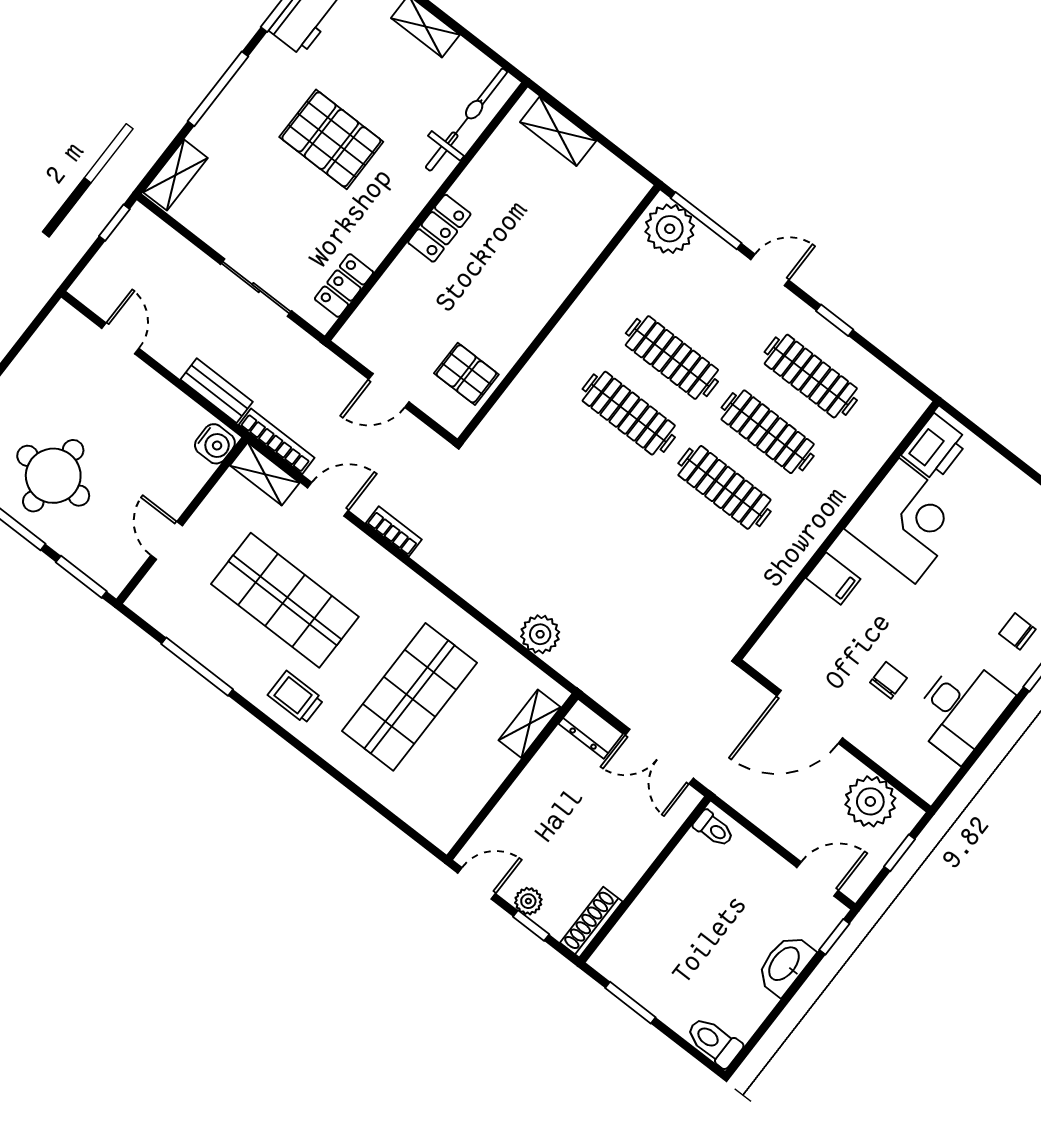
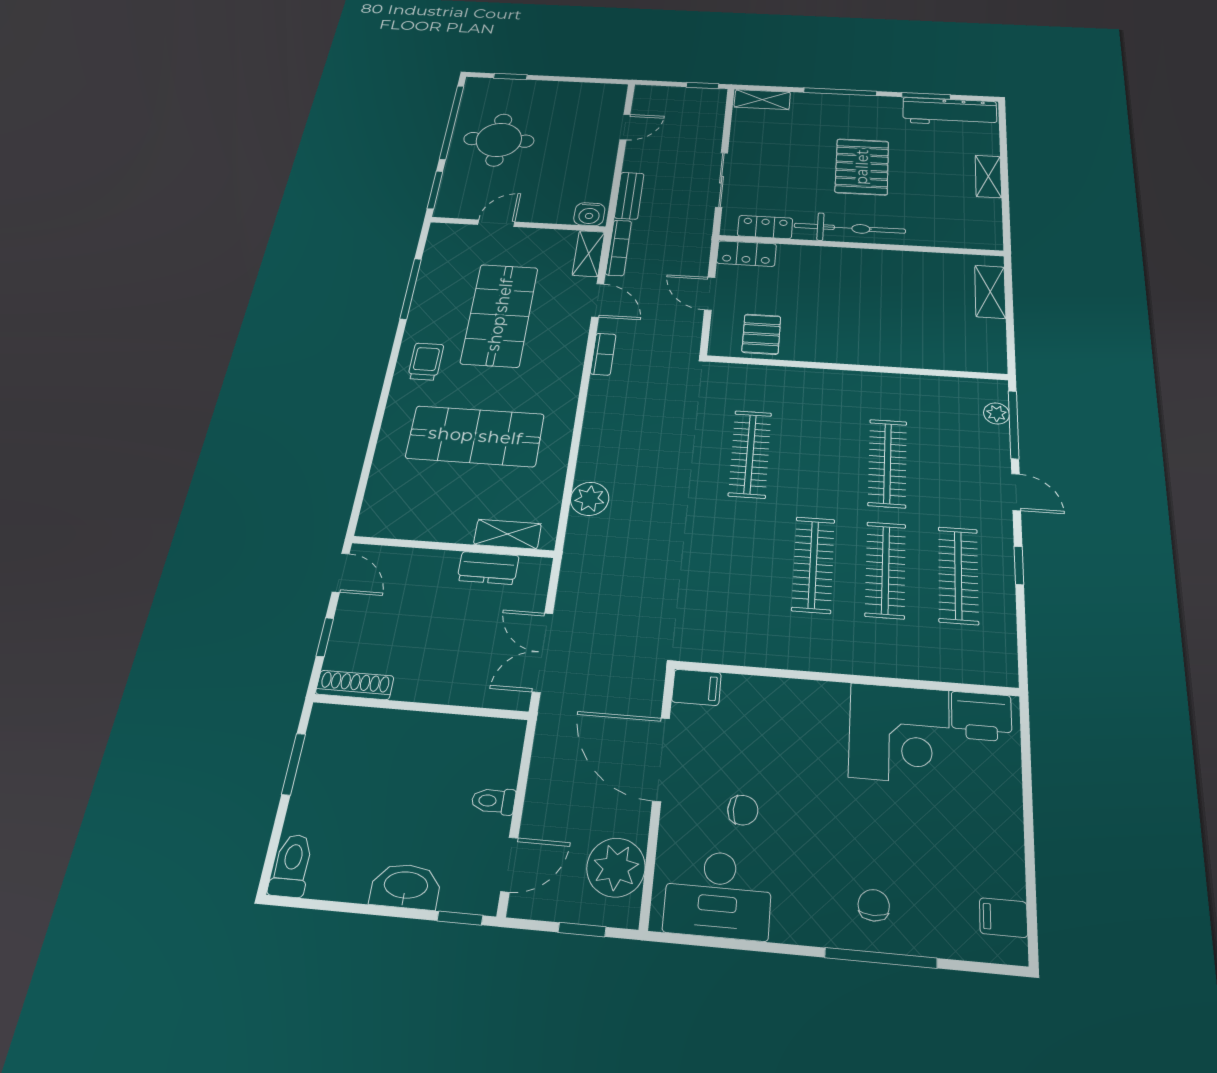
bicycle: (466, 120) -> (850, 228), moved
locker: (439, 228) -> (746, 254), moved
plant: (670, 229) -> (996, 413), width x0.53, depth x0.53
clothes rail: (629, 413) -> (750, 454), moved
filing cabinet: (833, 579) -> (696, 687), moved, turned -90
desk: (961, 709) -> (718, 894), moved
dresser: (591, 729) -> (488, 568), moved, turned -90
toilet: (714, 829) -> (493, 801), moved, turned 90
door: (818, 879) -> (509, 865), hinge flipped
plant: (528, 901) -> (347, 622), removed

